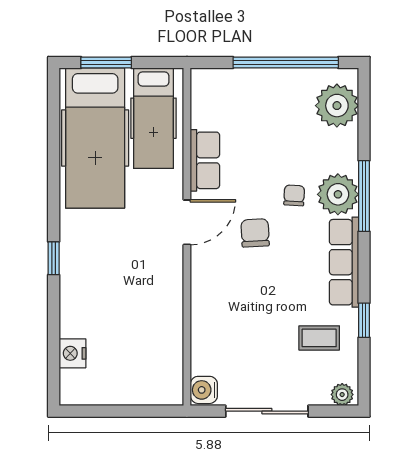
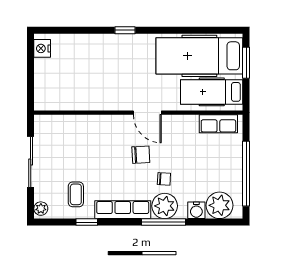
row of seats: (205, 160) -> (218, 124), moved
nightstand: (72, 353) -> (42, 48), moved, turned -90
water cooler: (204, 390) -> (196, 210), moved, turned 180

